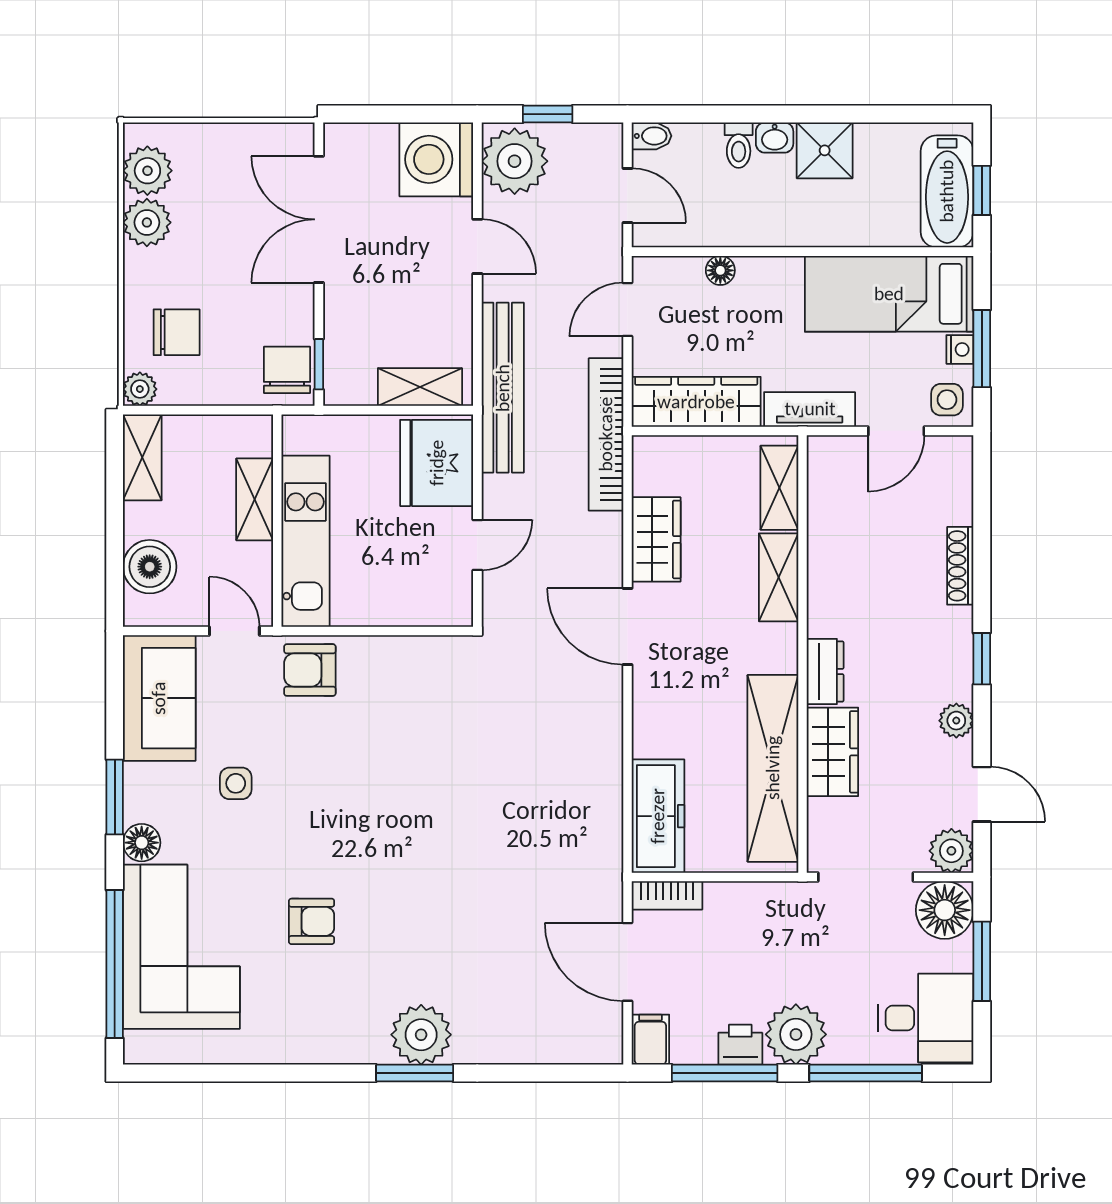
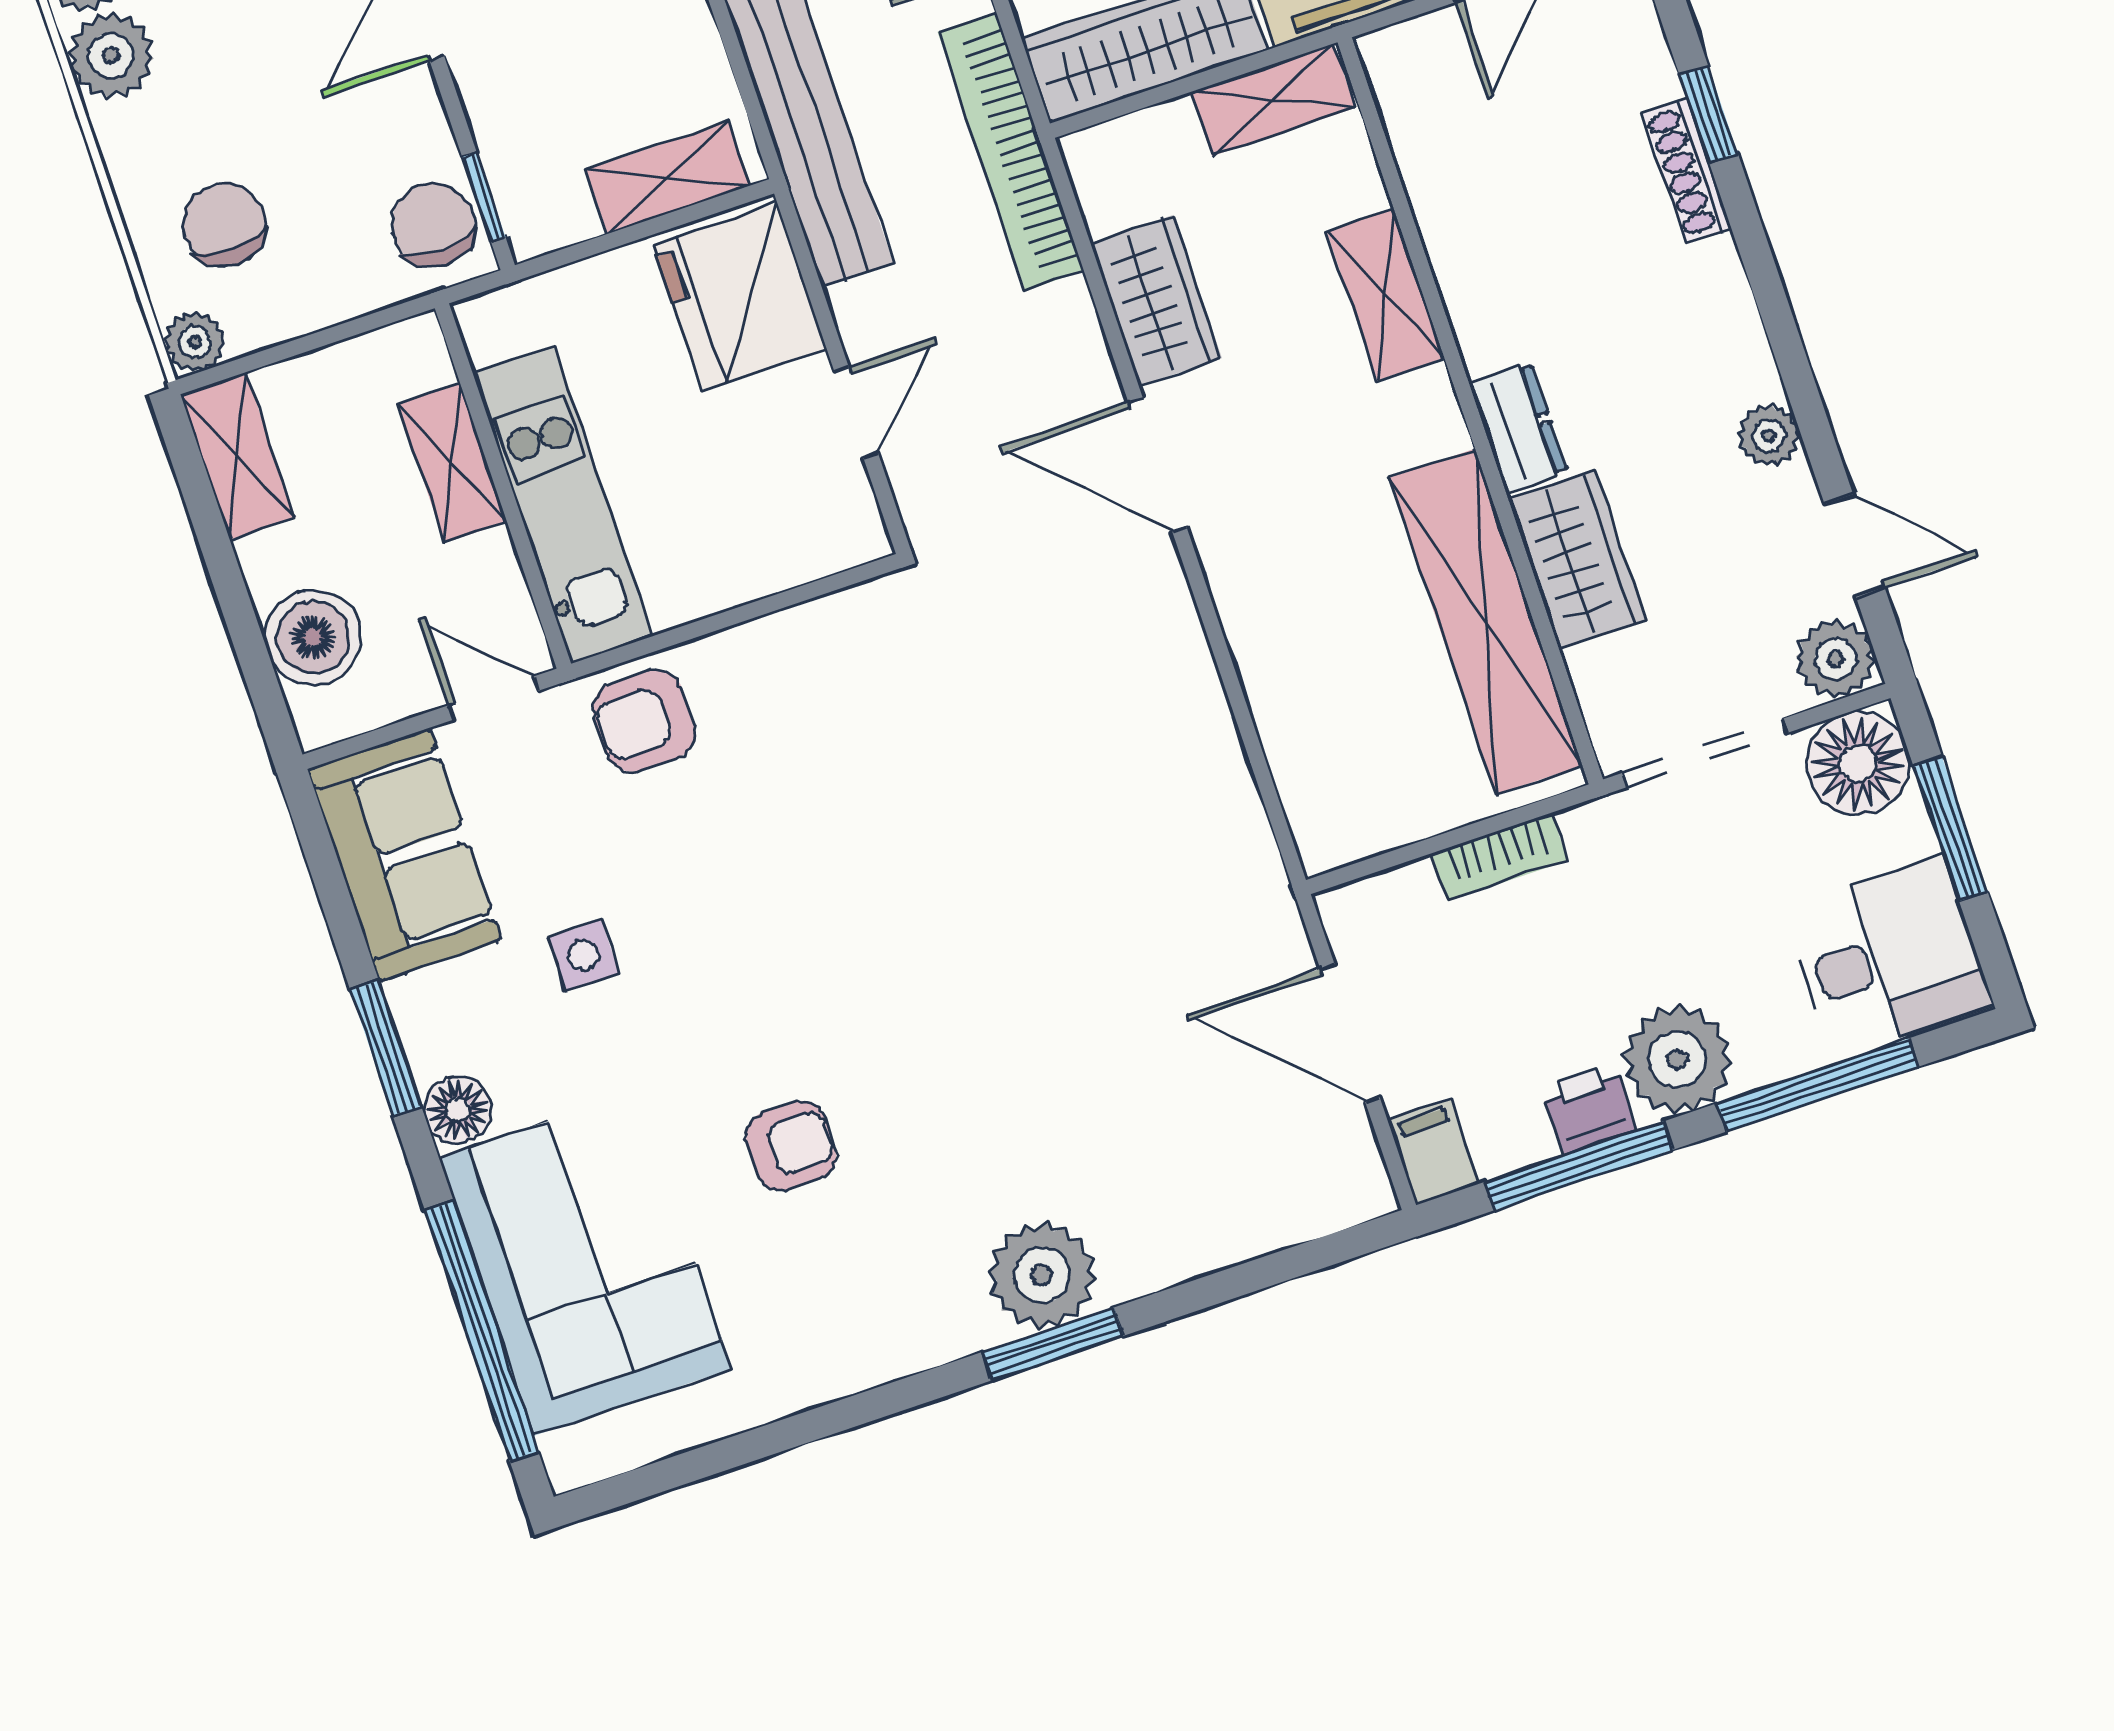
chair: (177, 332) -> (224, 225), turned -90
shelving: (779, 488) -> (1273, 100), moved, turned 90
window: (982, 659) -> (1709, 115), moved
freezer: (658, 816) -> (1318, 769), removed
bookcase: (667, 895) -> (1500, 857), moved

